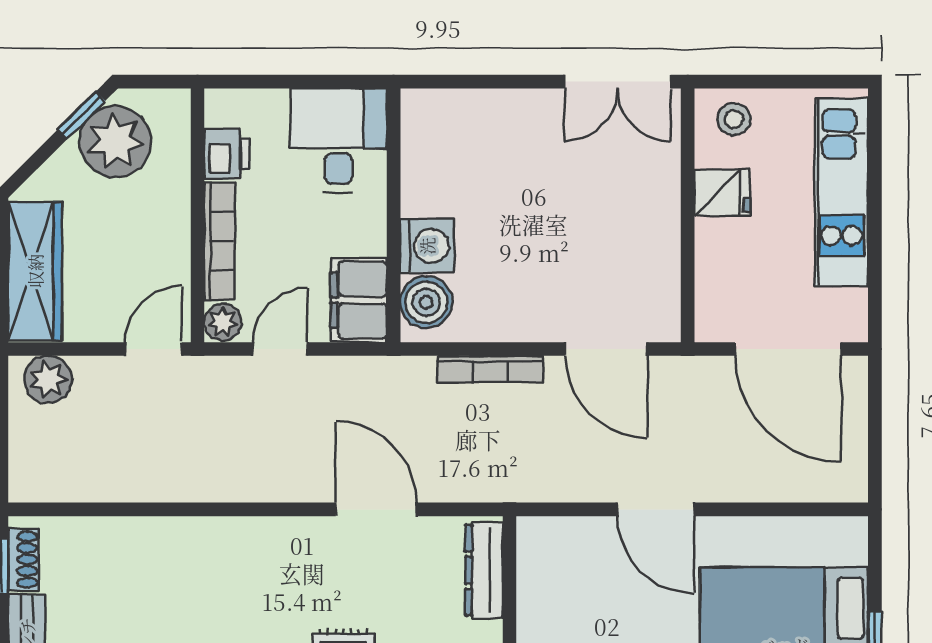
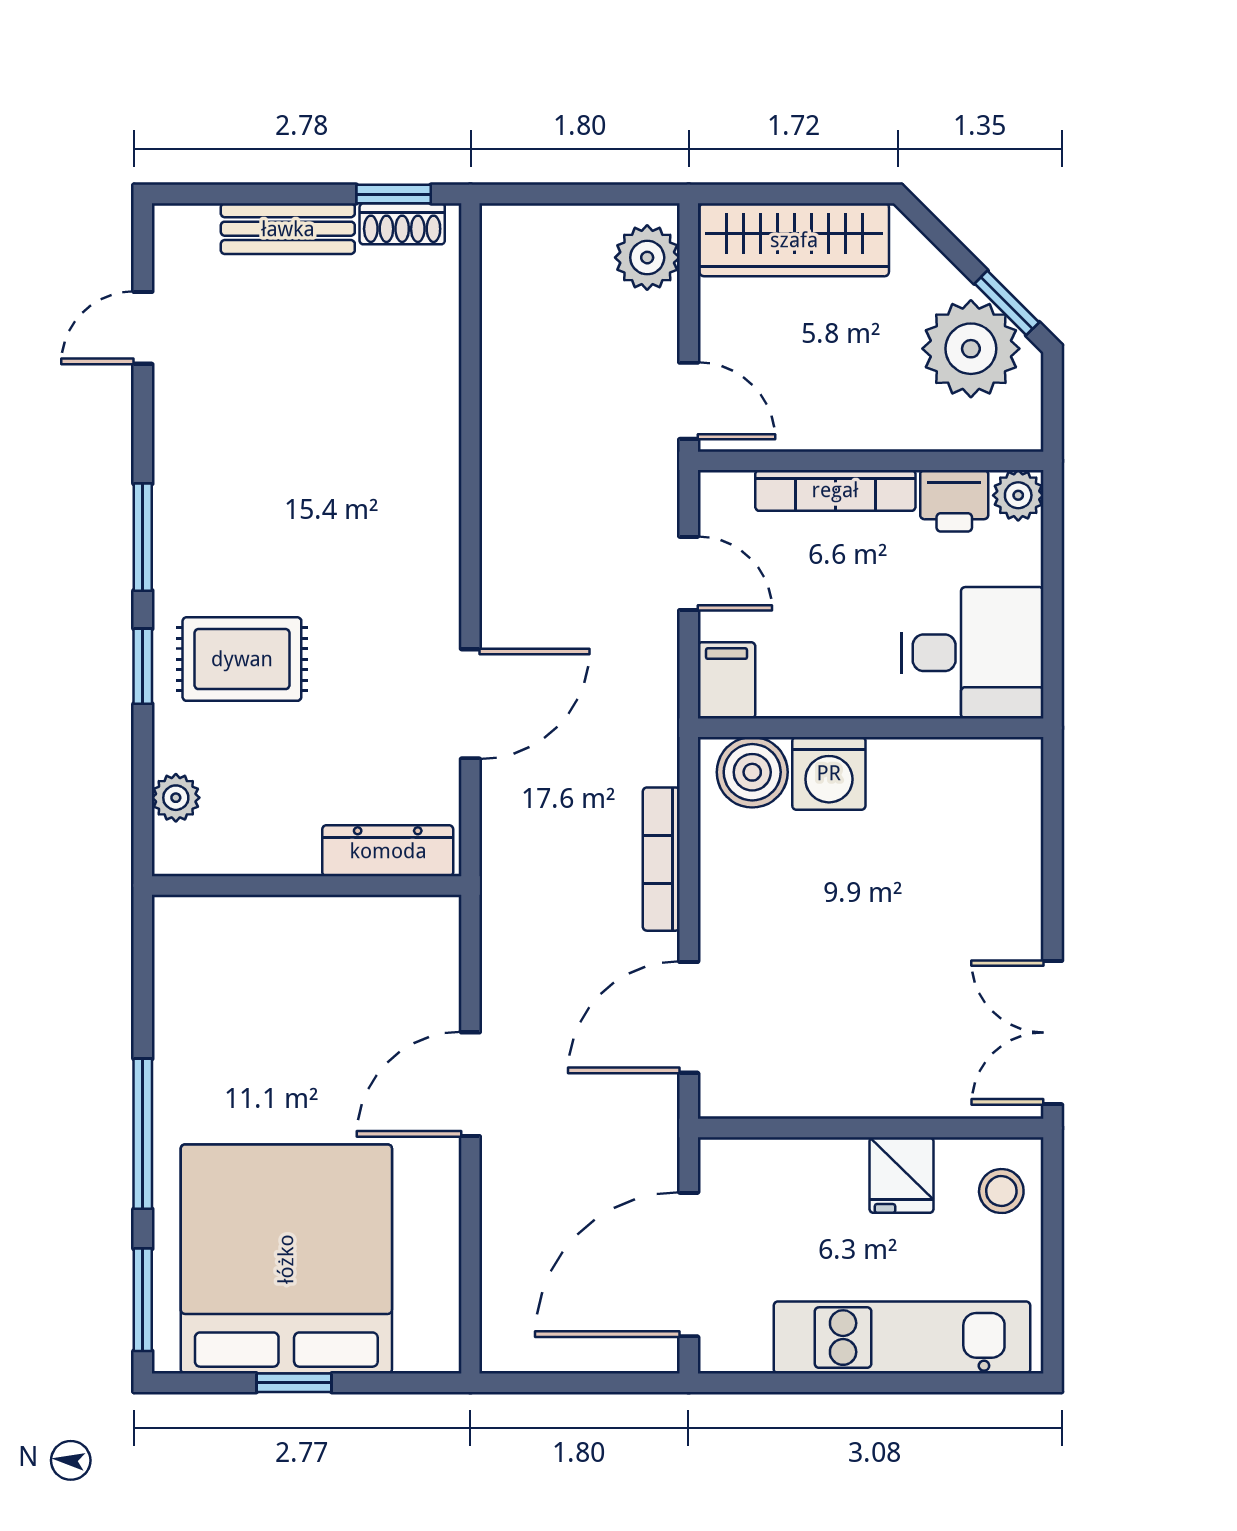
filing cabinet: (359, 300) -> (726, 680), width x0.50
plant: (223, 322) -> (1018, 495), moved

